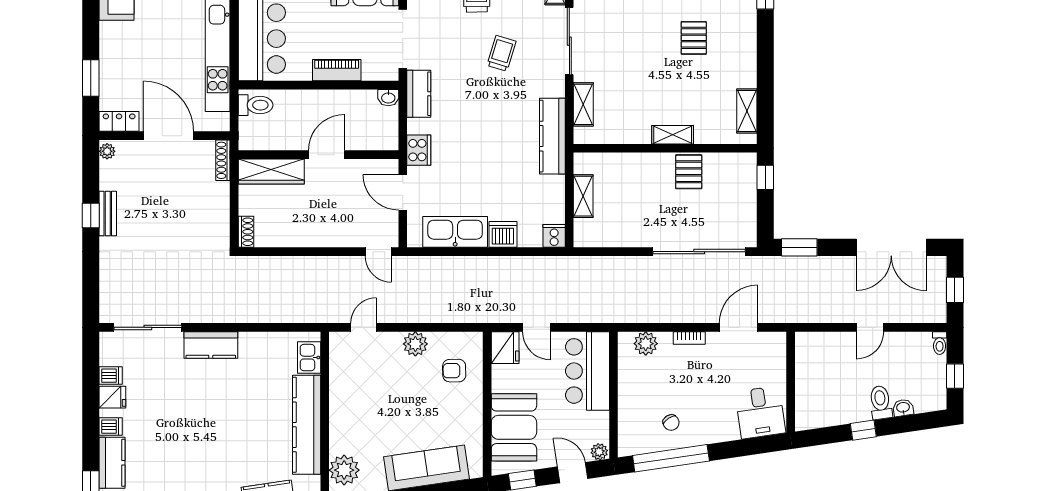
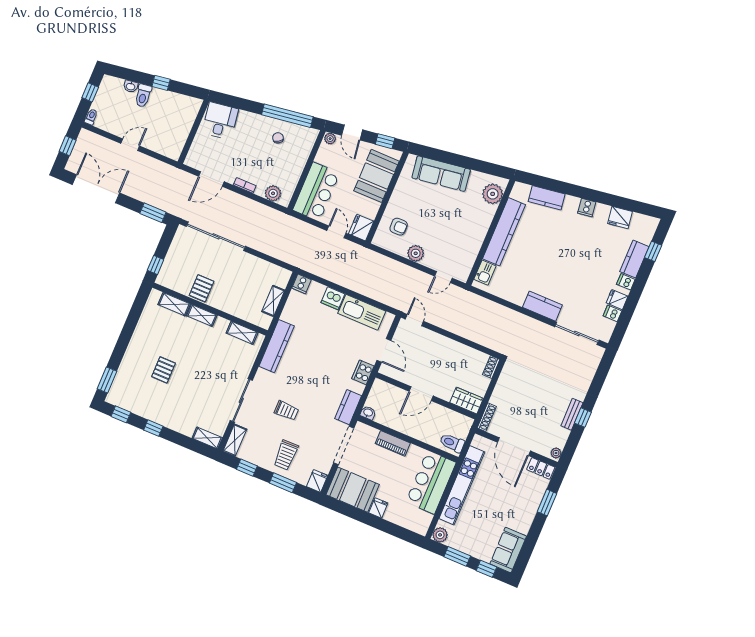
trolley: (502, 53) -> (286, 411), turned -107
shelving: (583, 104) -> (242, 333), moved, turned 90
shelving: (747, 111) -> (174, 304), moved, turned 90
wardrobe: (271, 172) -> (467, 400), width x0.67

